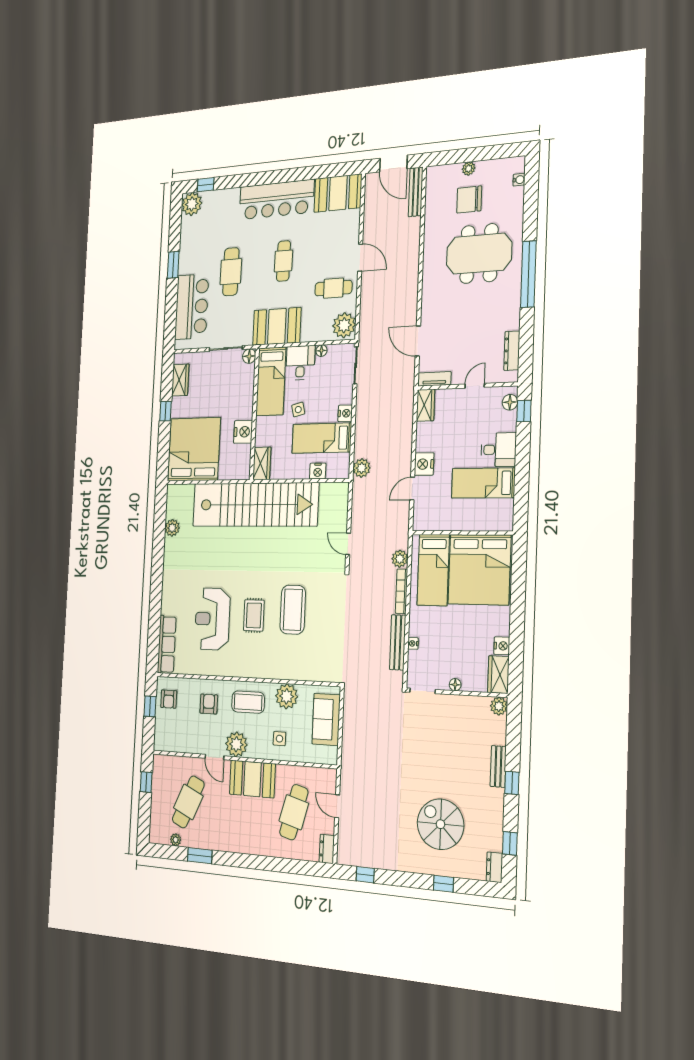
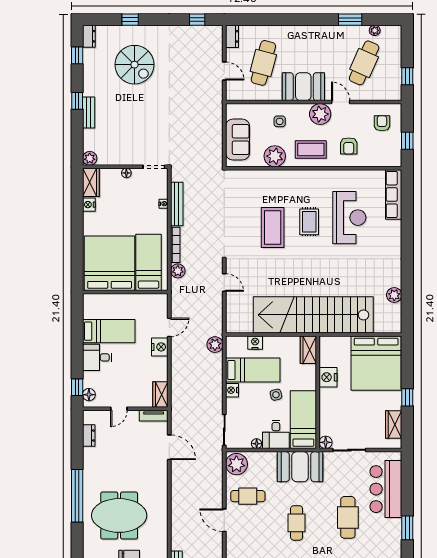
dresser: (512, 351) -> (89, 435), width x0.70
armchair: (169, 699) -> (382, 123), moved

